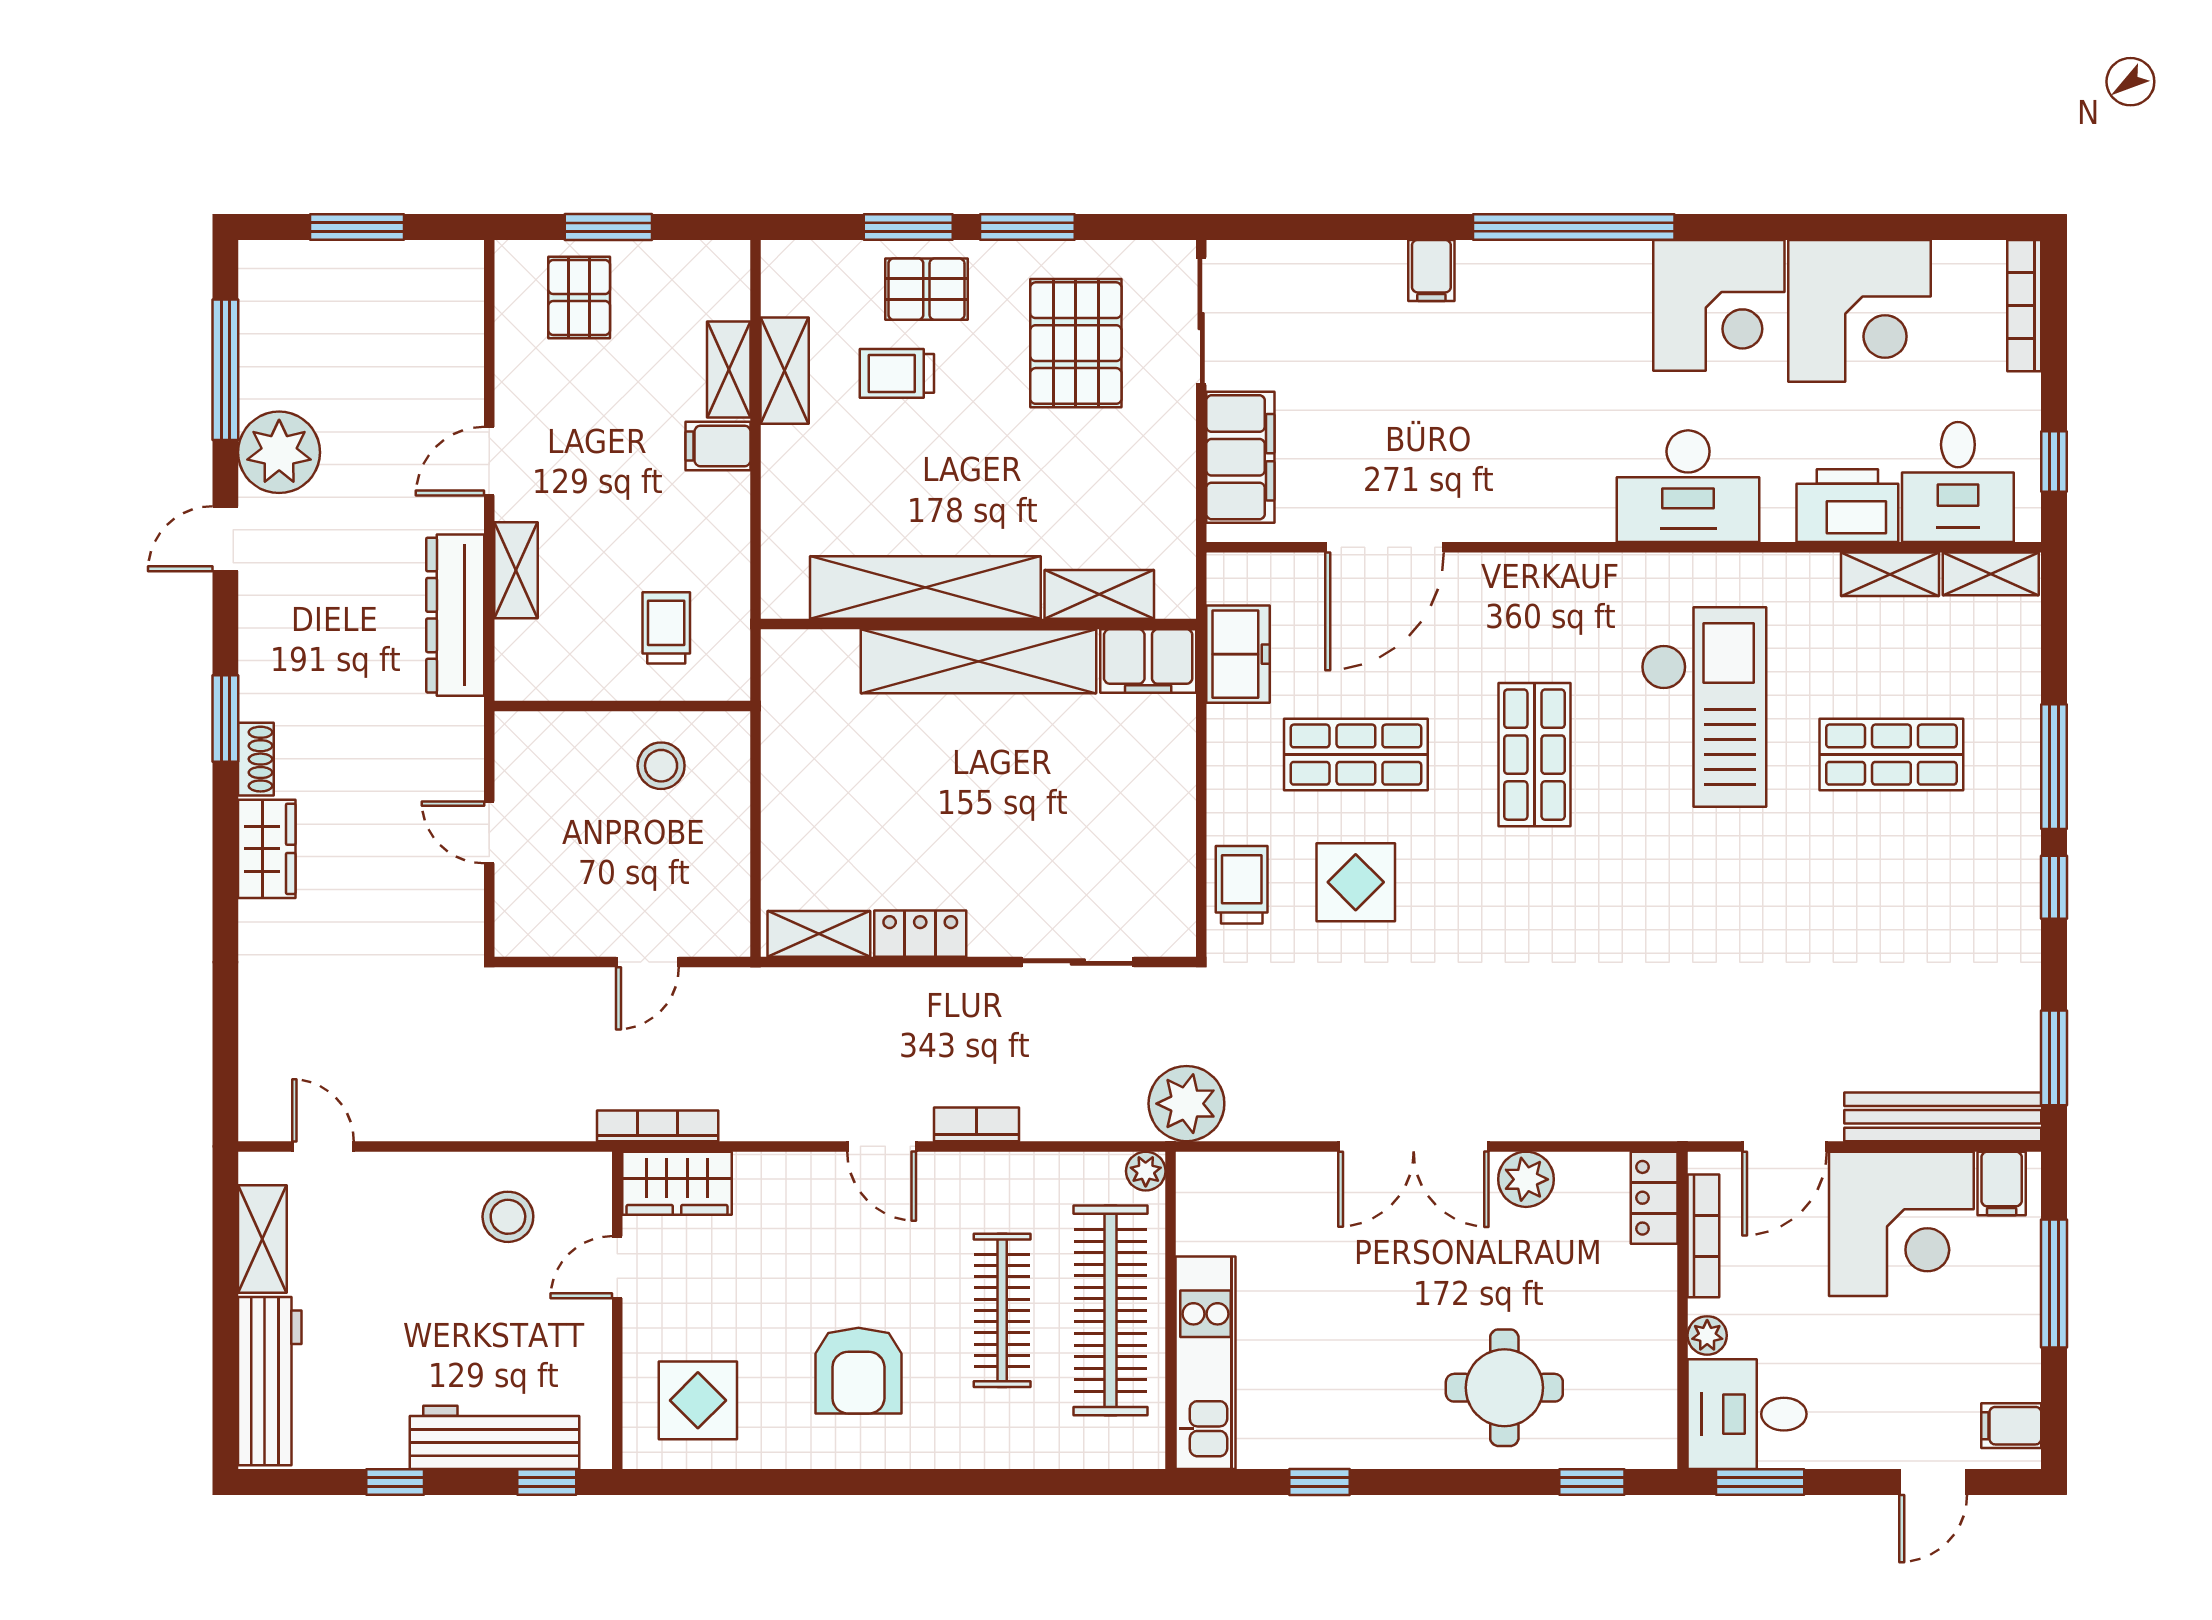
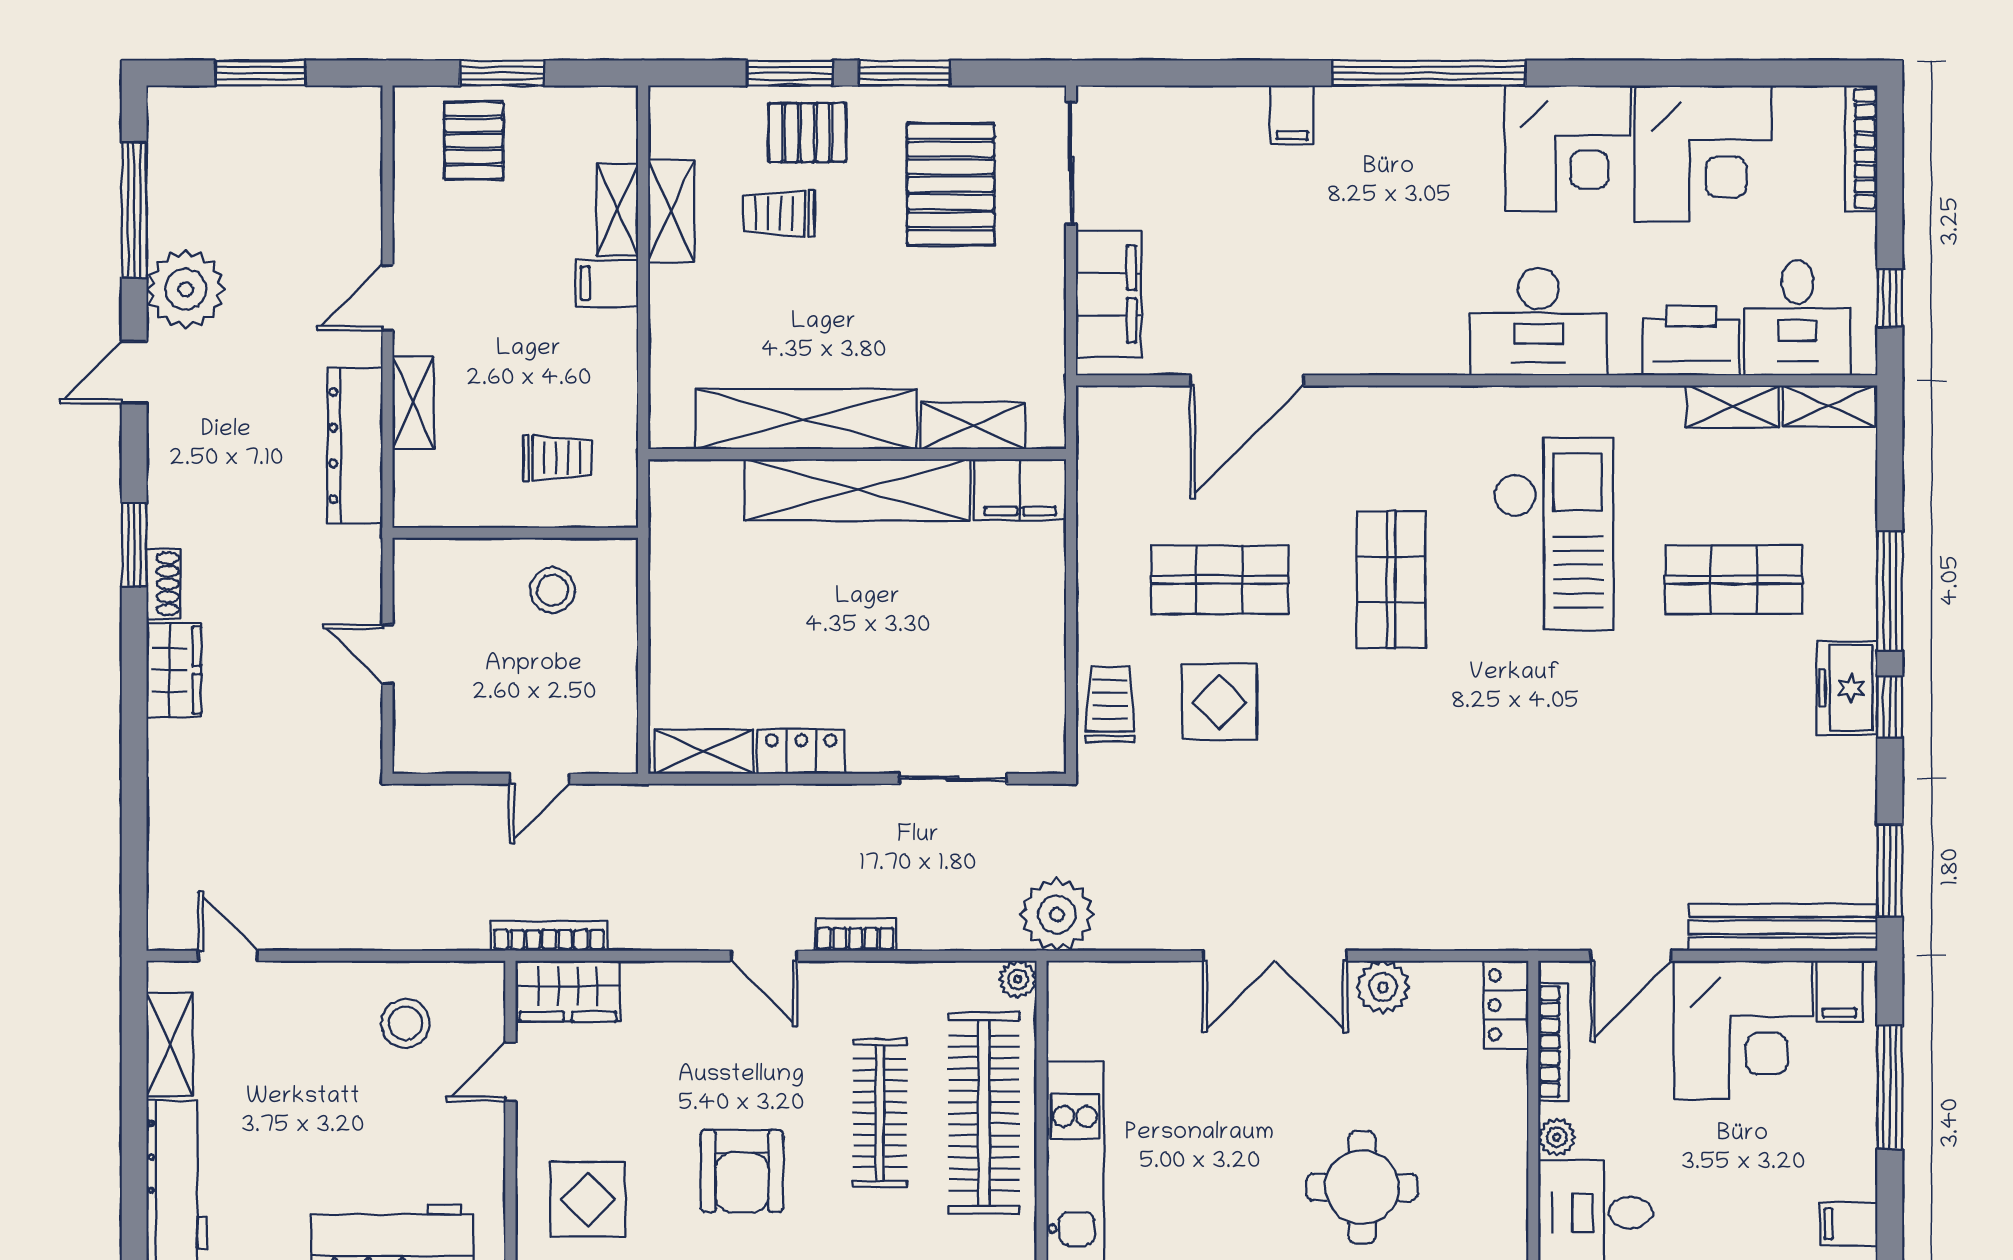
trolley: (666, 628) -> (557, 458), turned 90
freezer: (1238, 654) -> (1847, 688), moved, turned 180

